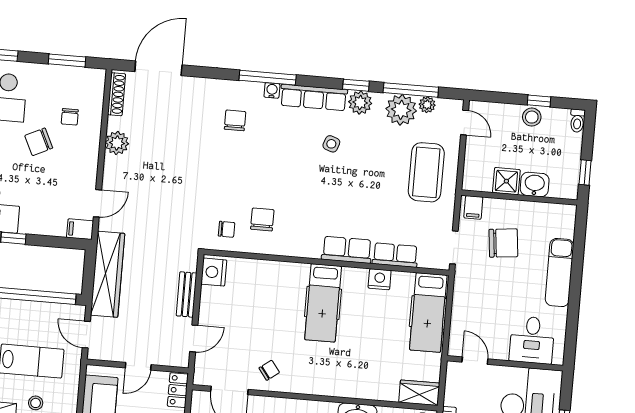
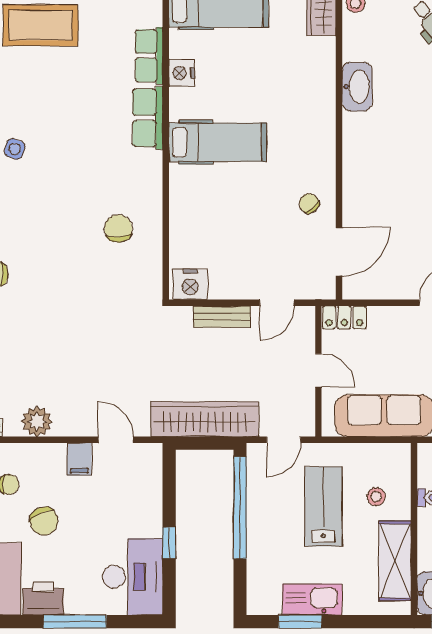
chair: (262, 219) -> (118, 229), turned 85
filing cabinet: (80, 229) -> (79, 459), moved
chair: (227, 229) -> (135, 273), removed
door: (194, 338) -> (277, 303), swing flipped

